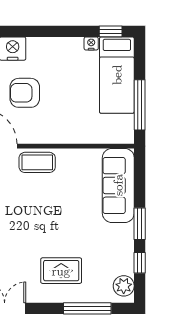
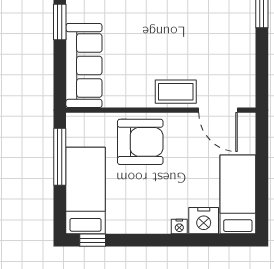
nightstand: (91, 43) -> (179, 226), moved
armchair: (25, 93) -> (140, 142), moved, width x1.36, depth x1.36

